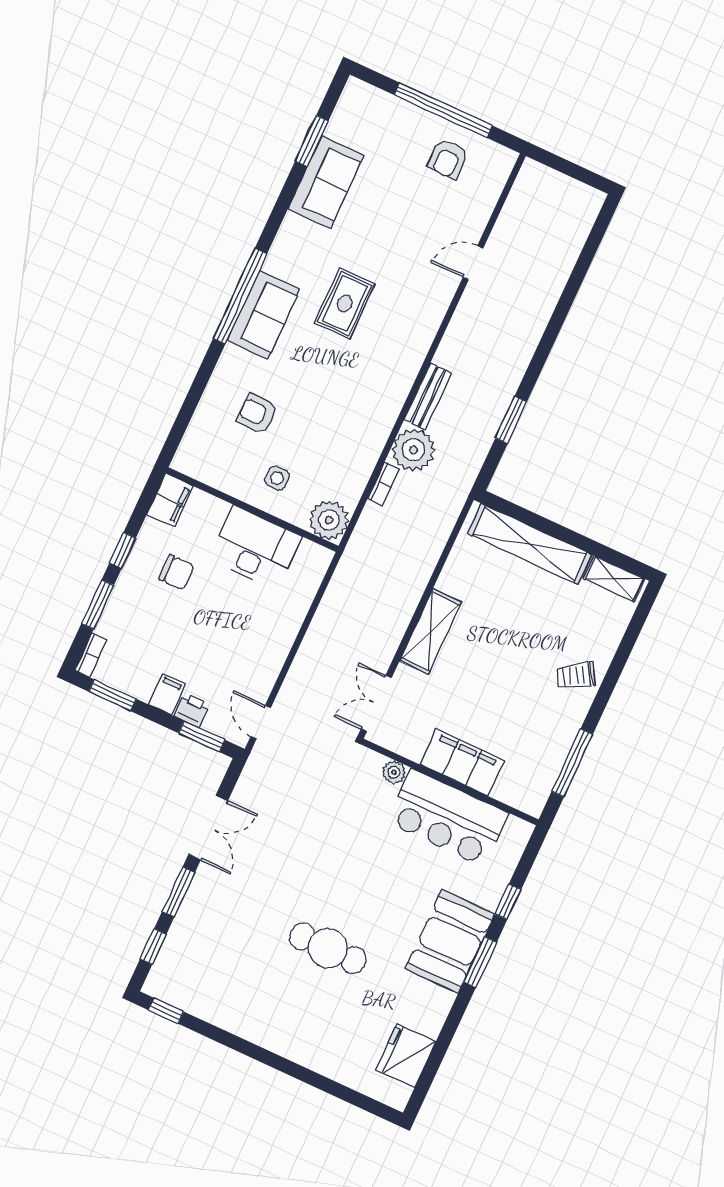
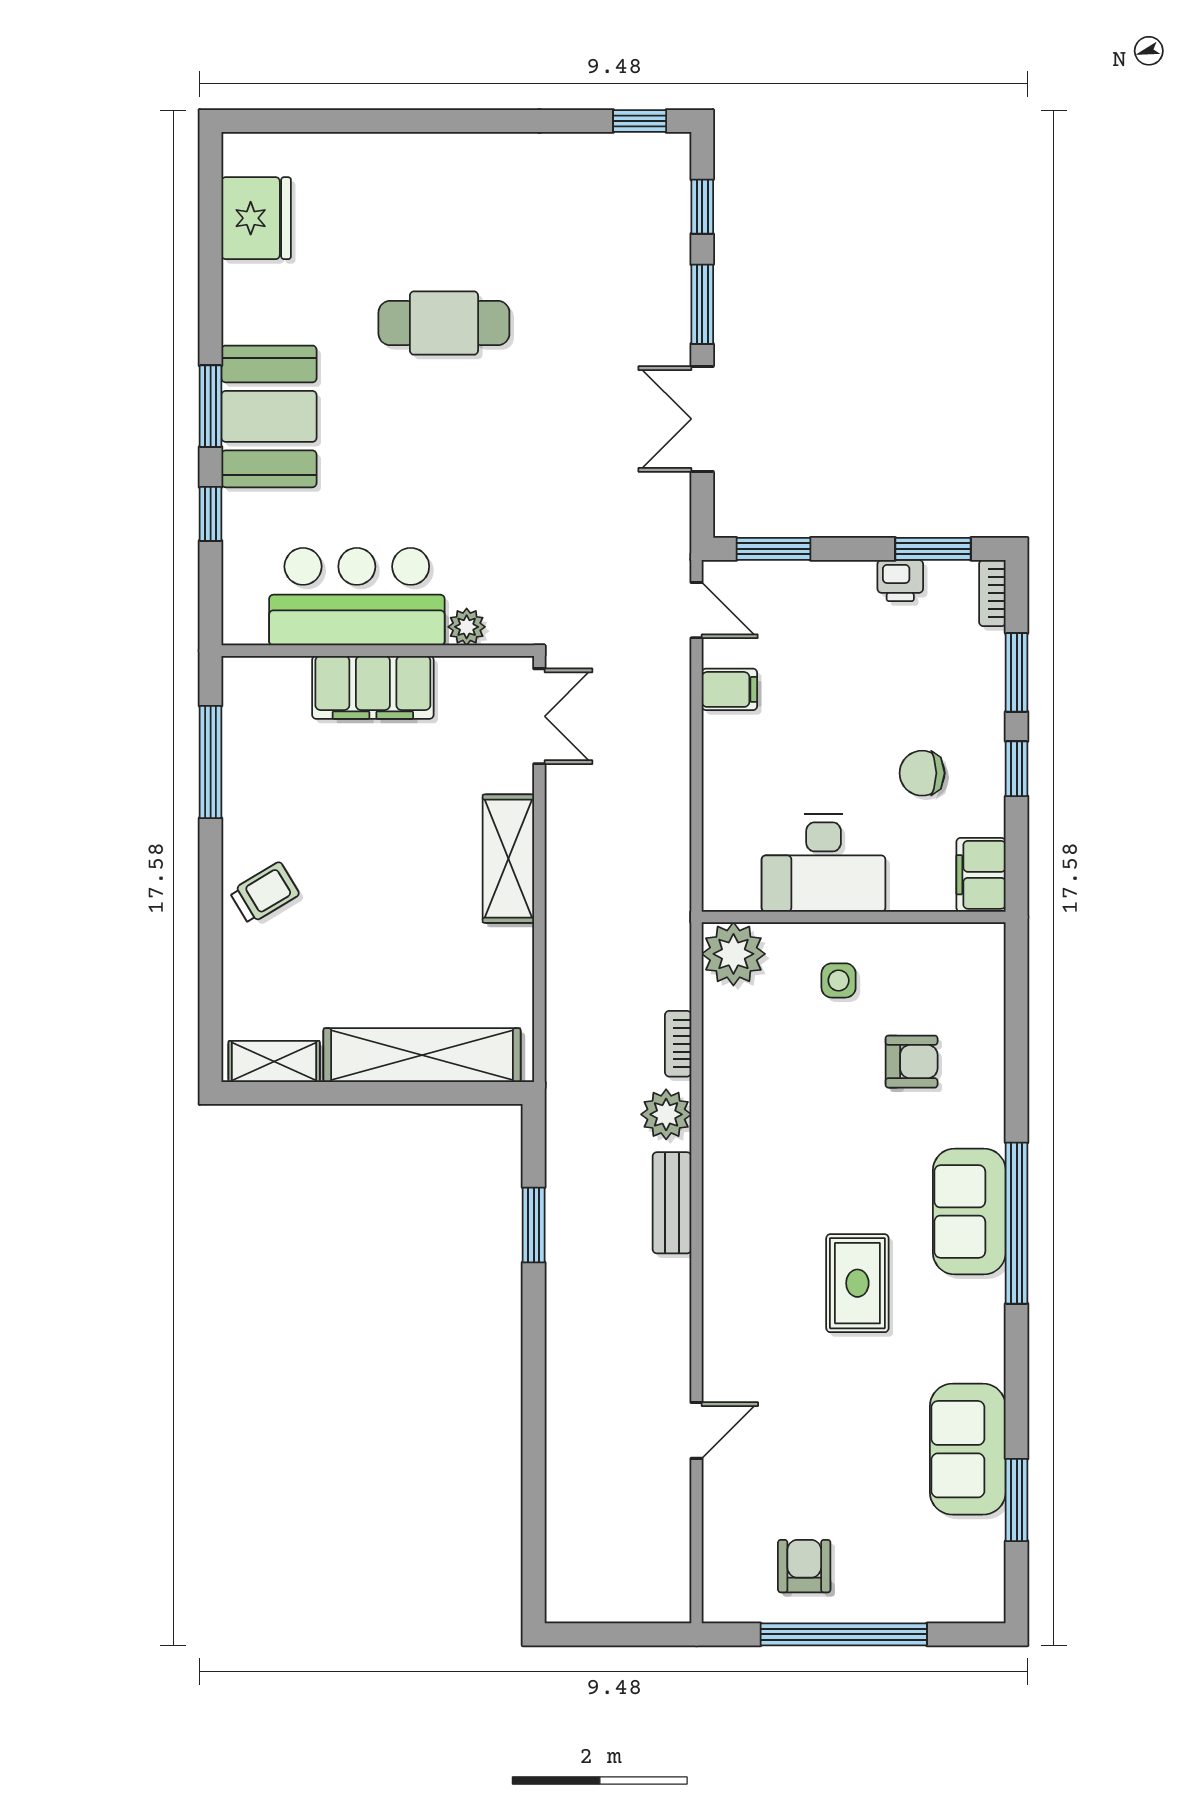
plant: (413, 450) -> (666, 1114), width x0.73, depth x0.73
filing cabinet: (167, 694) -> (729, 689), moved, turned -90
printer: (192, 710) -> (900, 581), moved

